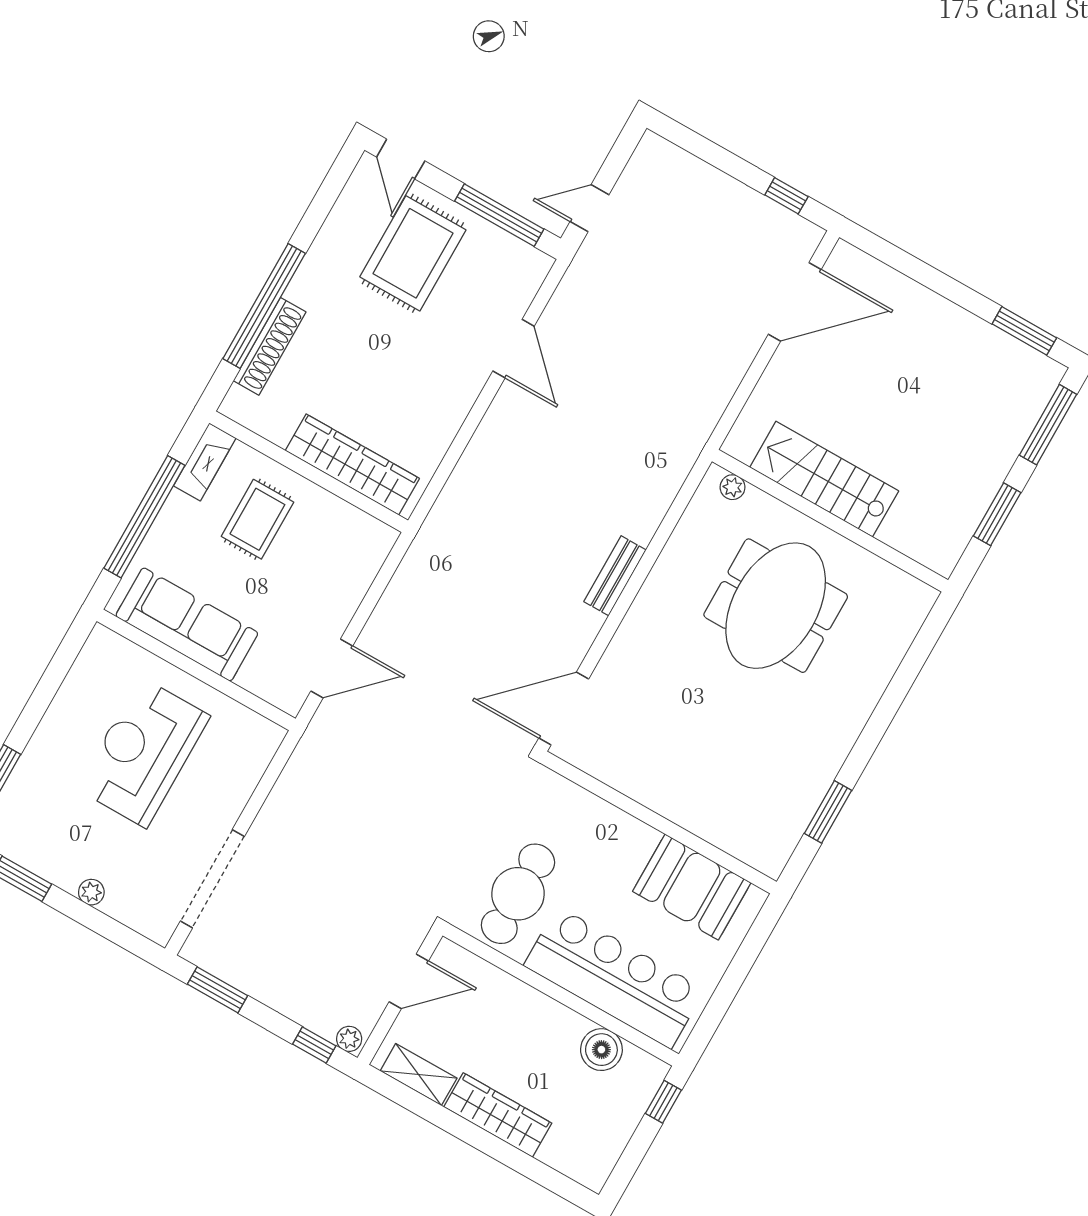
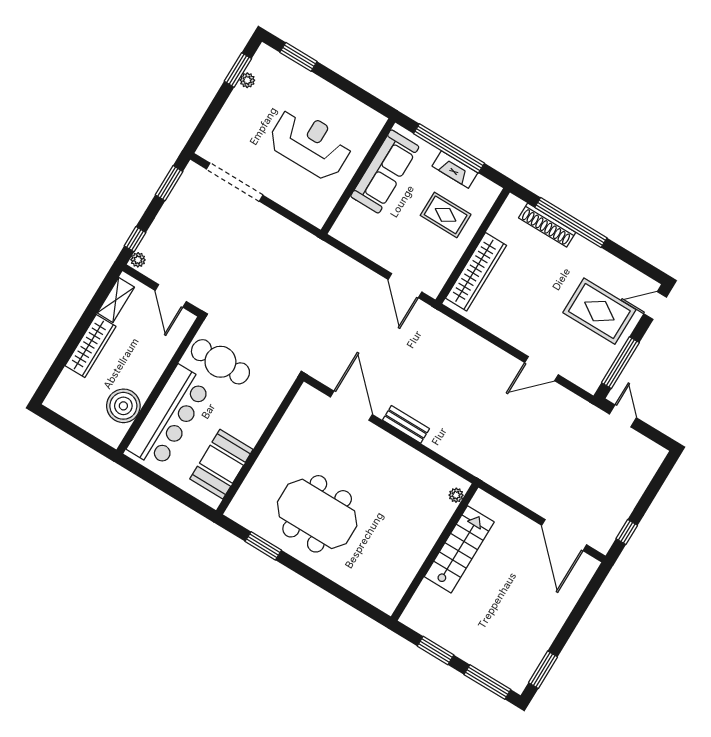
fireplace: (205, 462) -> (455, 170), moved
meeting table: (776, 606) -> (317, 514), moved
door: (332, 669) -> (405, 286), moved
door: (564, 708) -> (351, 406), moved
plant: (91, 892) -> (247, 80), moved
boiler: (601, 1050) -> (123, 406), width x1.37, depth x1.37
window: (663, 1102) -> (95, 444), removed

